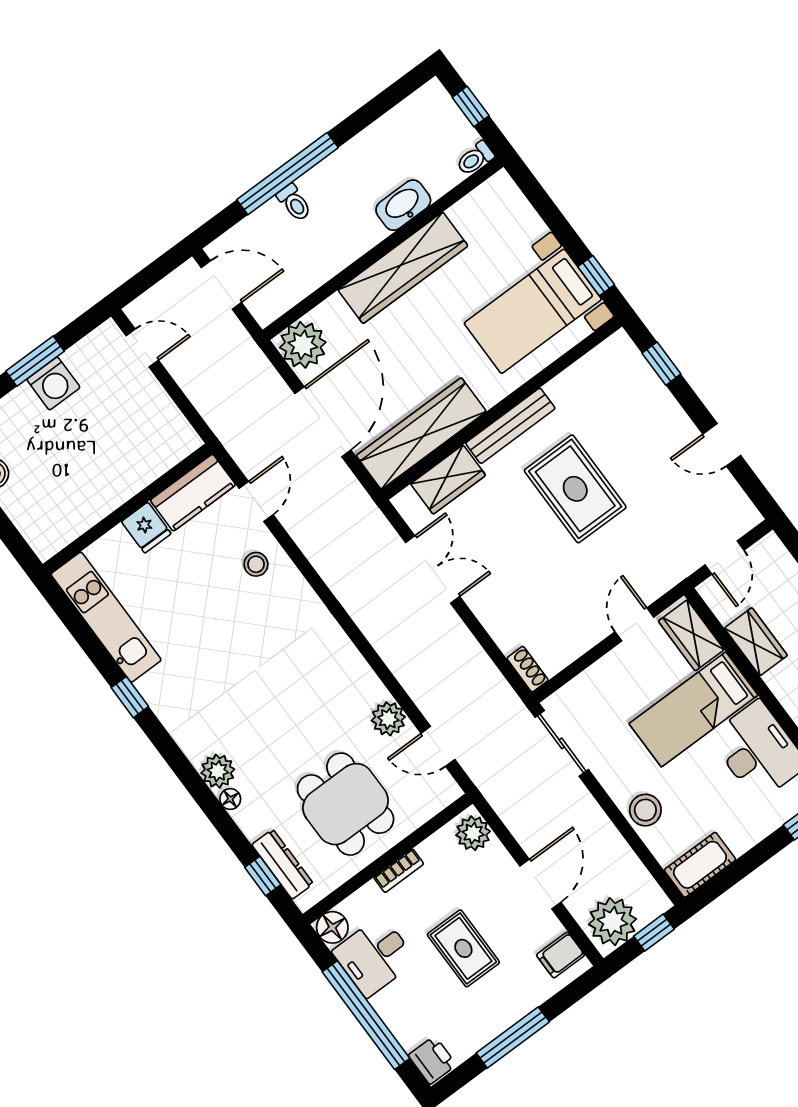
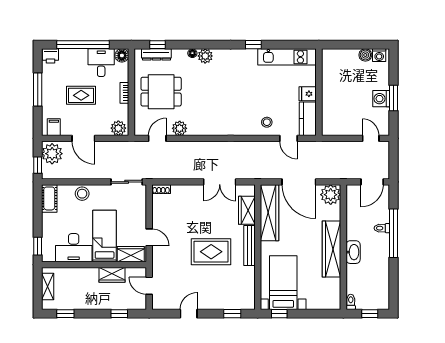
washbasin: (403, 205) -> (353, 252), moved
door: (142, 348) -> (371, 138), swing flipped

